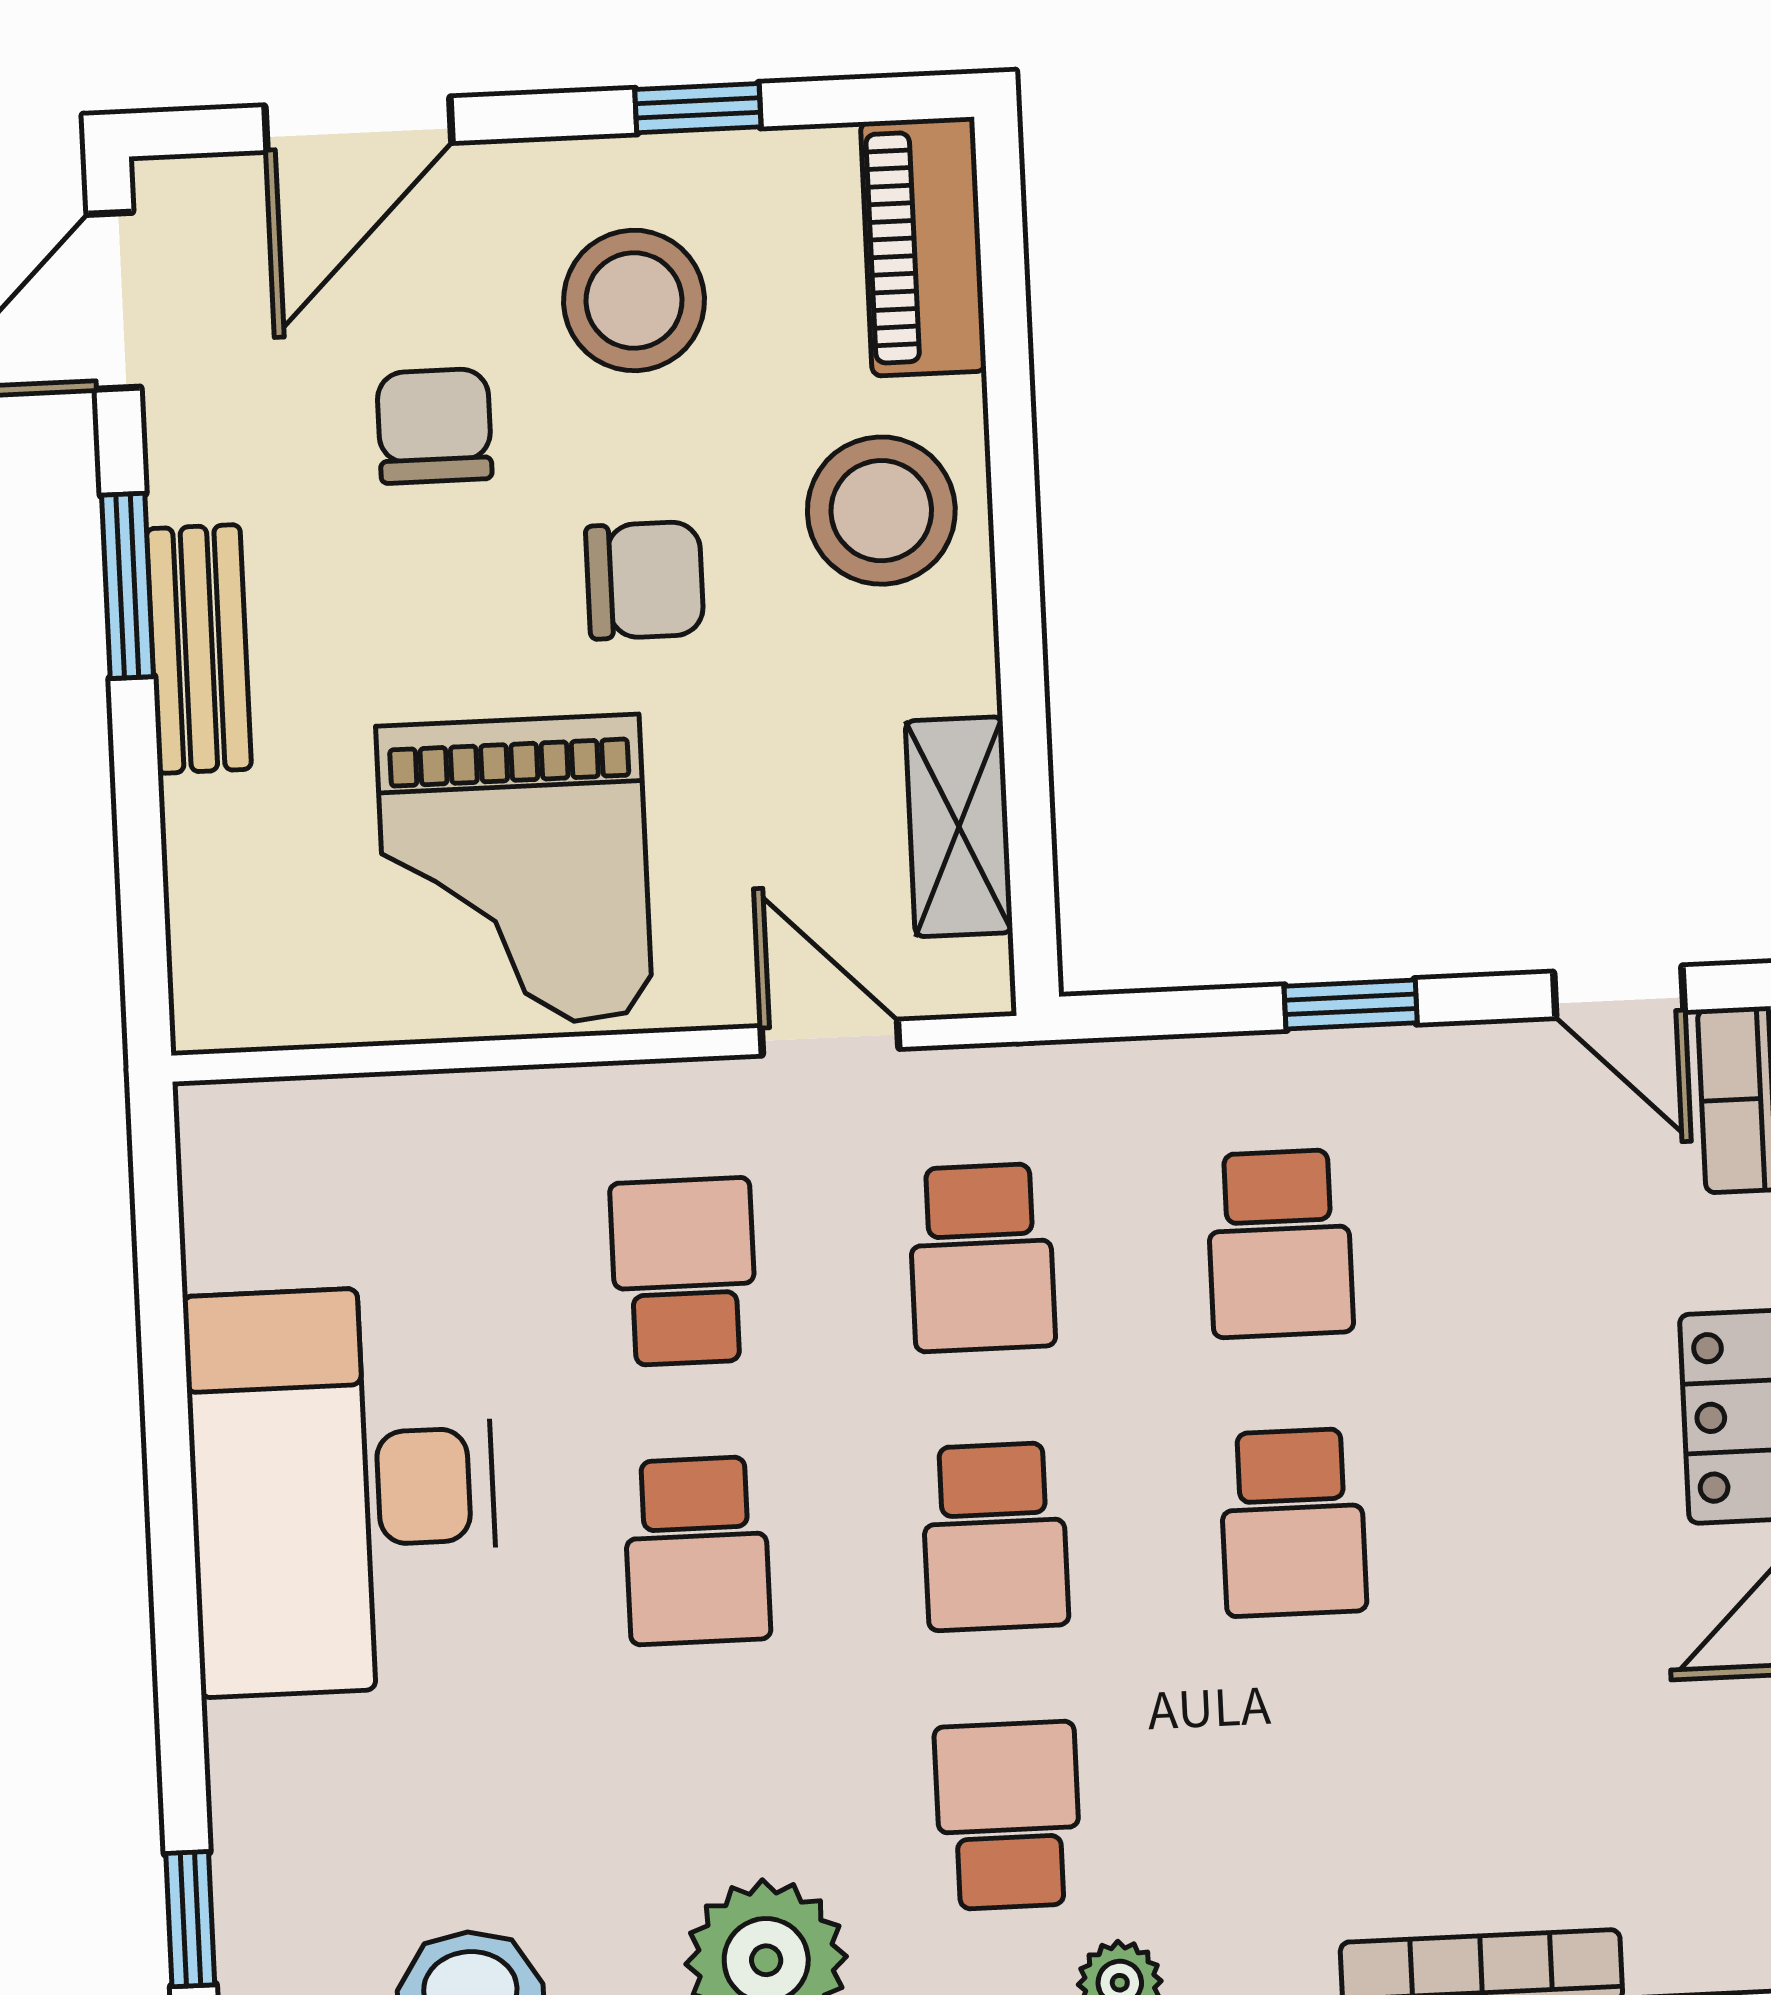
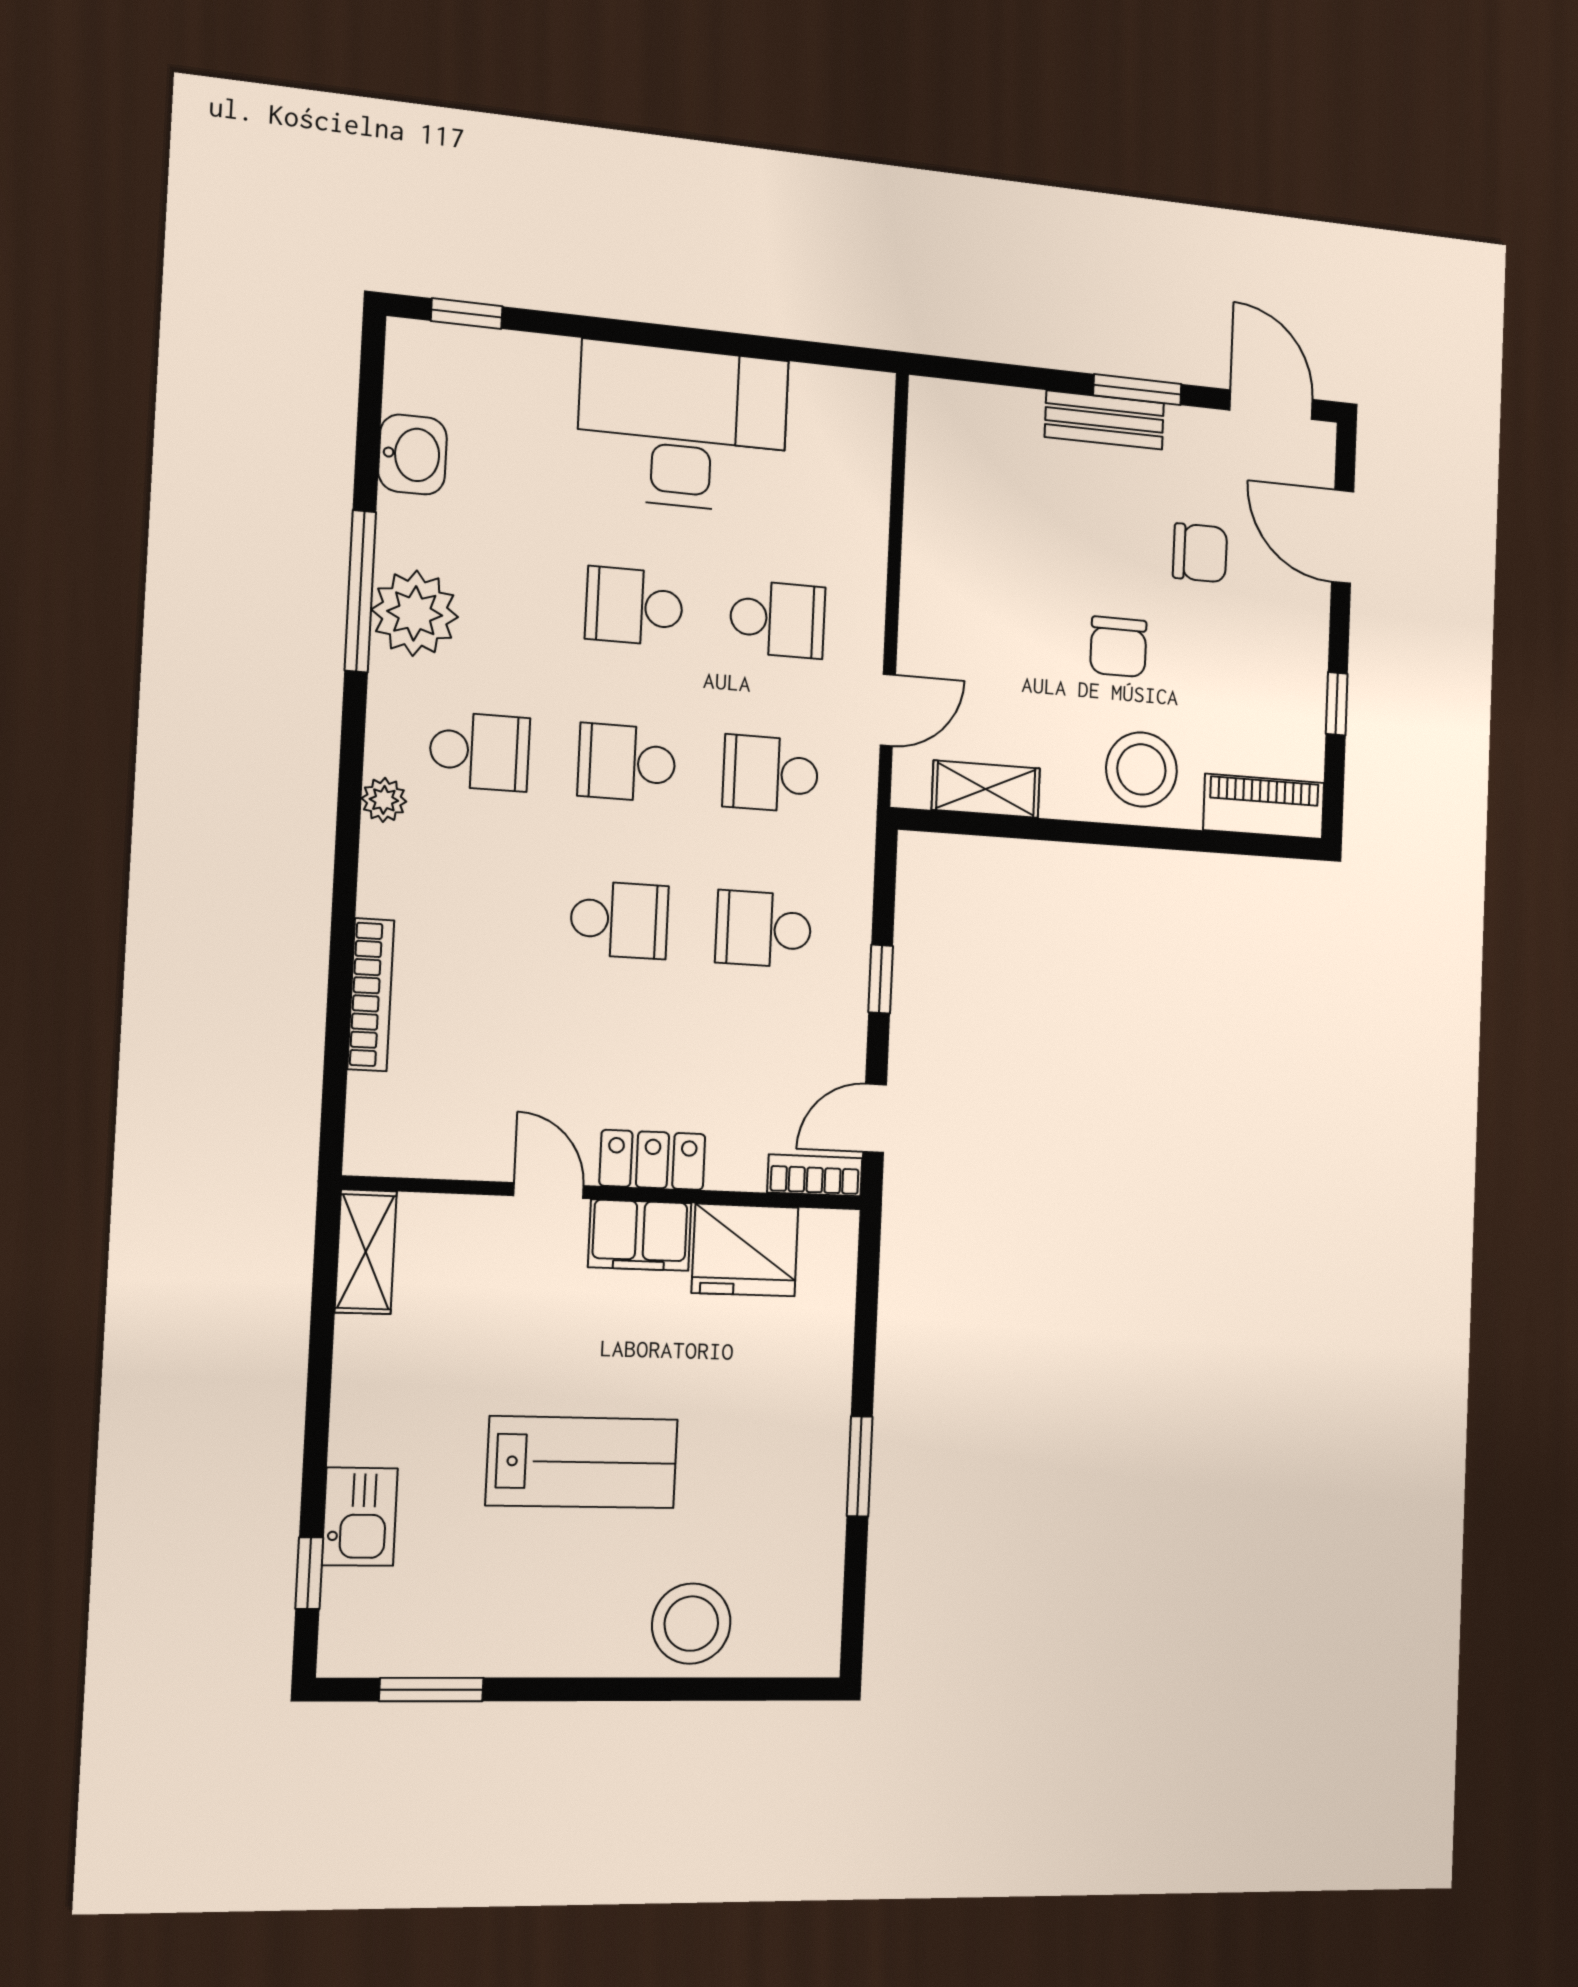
stool: (634, 300) -> (1250, 660), removed
grand piano: (514, 872) -> (983, 561), removed
school desk: (1293, 1522) -> (619, 920), turned 180

